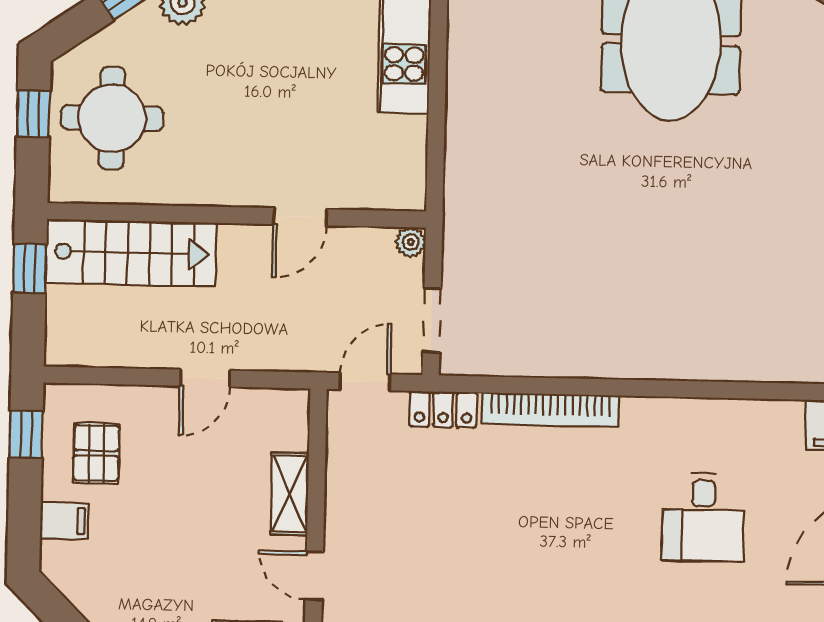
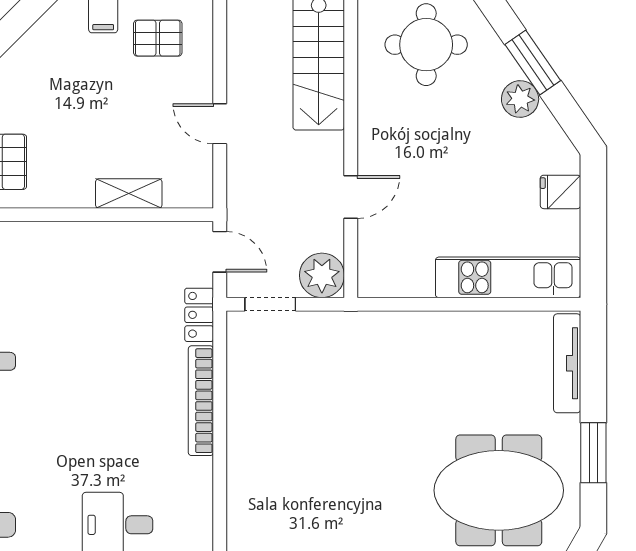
door: (300, 217) -> (351, 197), swing flipped
plant: (411, 242) -> (322, 275), width x1.88, depth x1.88
door: (314, 576) -> (64, 215), removed

